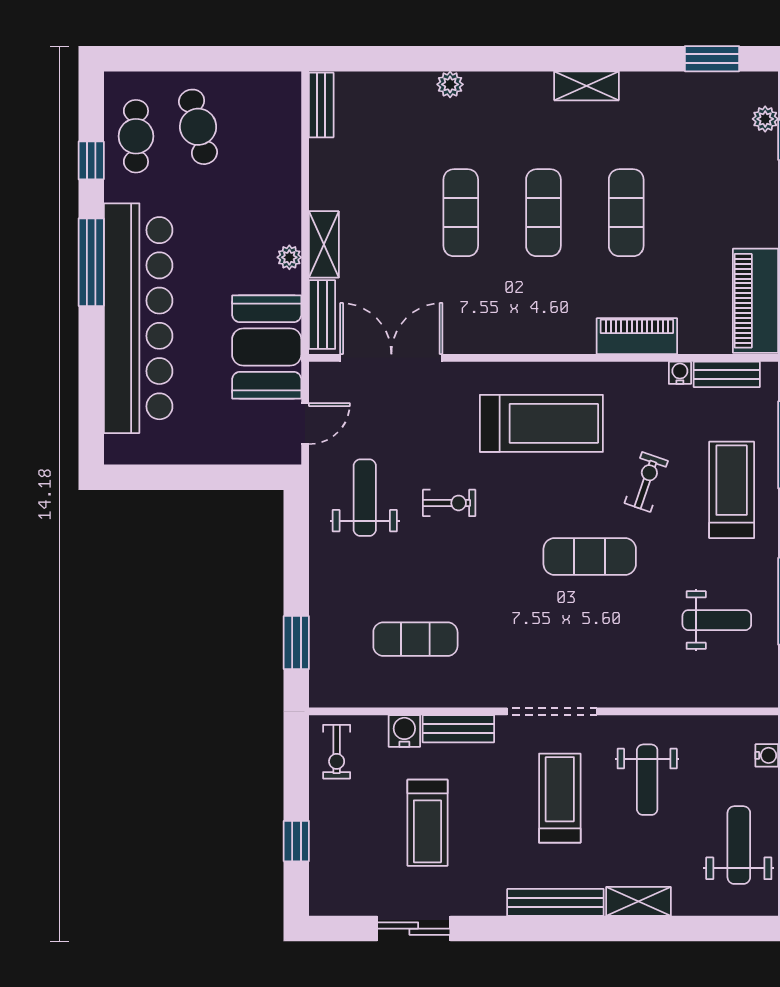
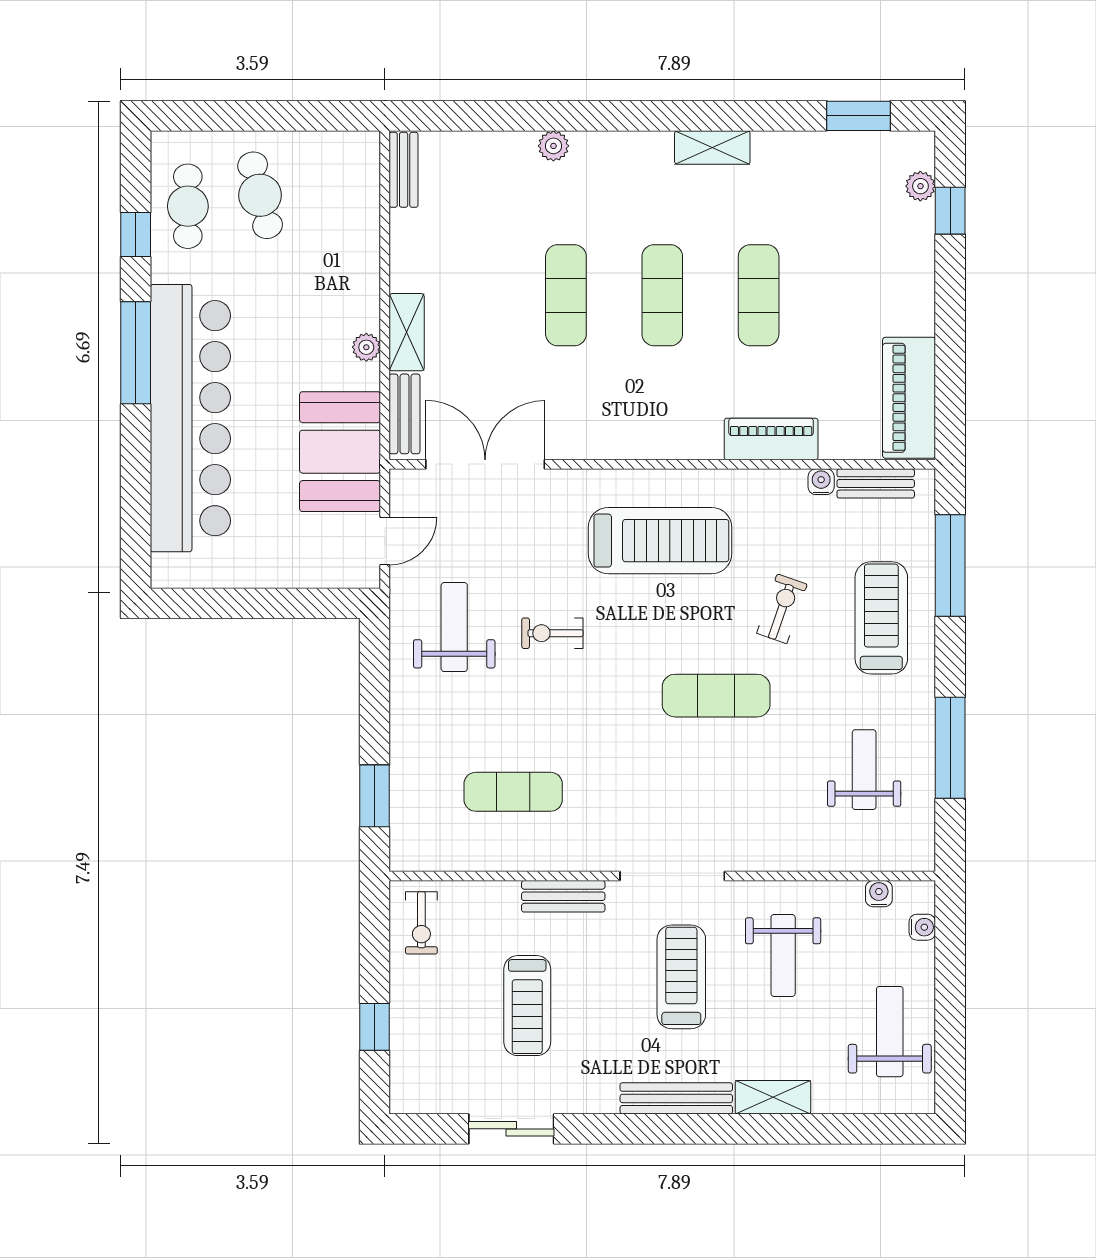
exercise bike: (449, 503) -> (552, 633), turned 180
weight bench: (717, 620) -> (864, 770), turned -90
water cooler: (404, 731) -> (879, 894), moved, width x0.72, depth x0.72

